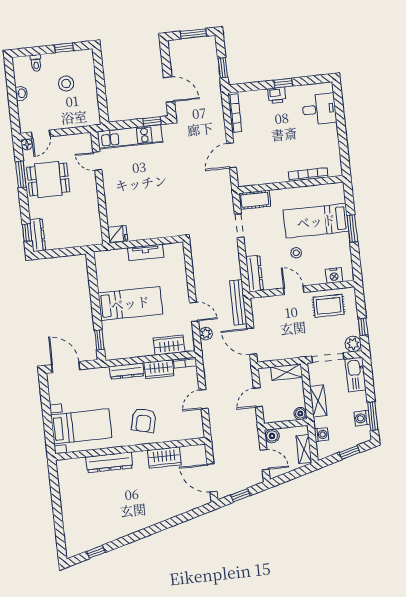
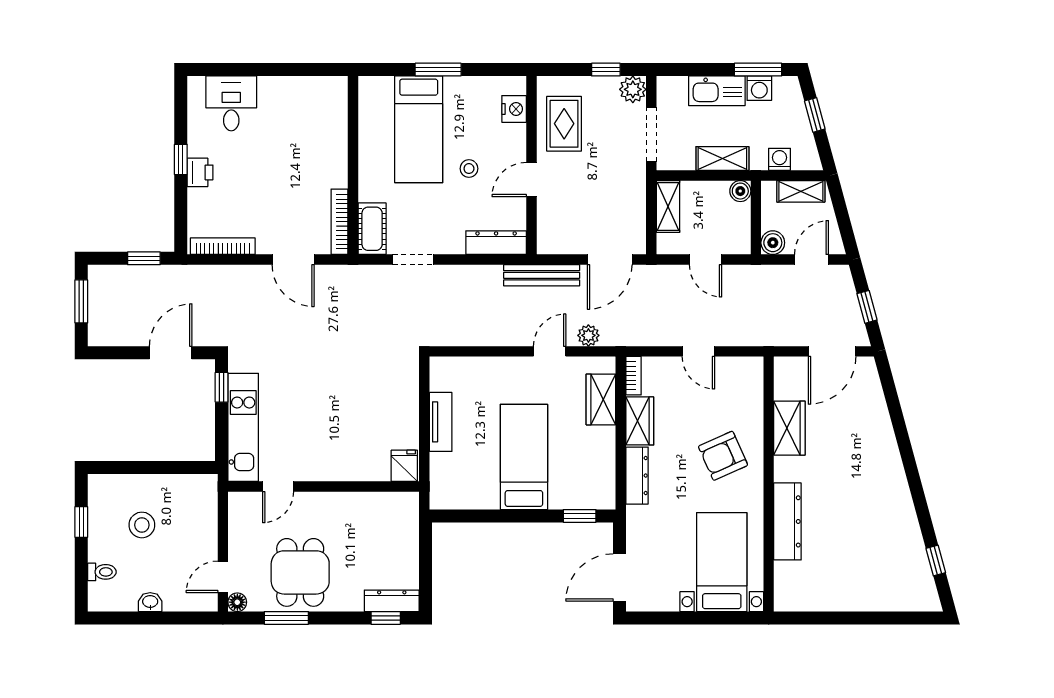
door: (41, 134) -> (223, 577), swing flipped
bookcase: (308, 175) -> (339, 222), moved
kitchen sink: (356, 374) -> (717, 91), moved
armchair: (144, 420) -> (723, 456), turned 142

